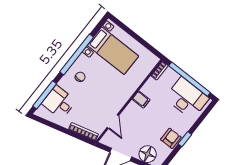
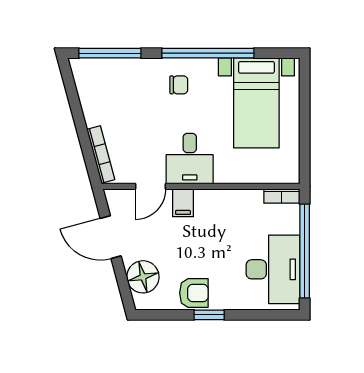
filing cabinet: (141, 100) -> (183, 203), moved
desk: (59, 102) -> (190, 159), moved, turned 180

